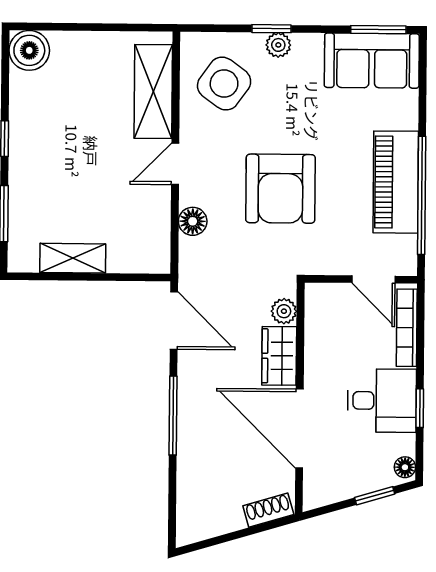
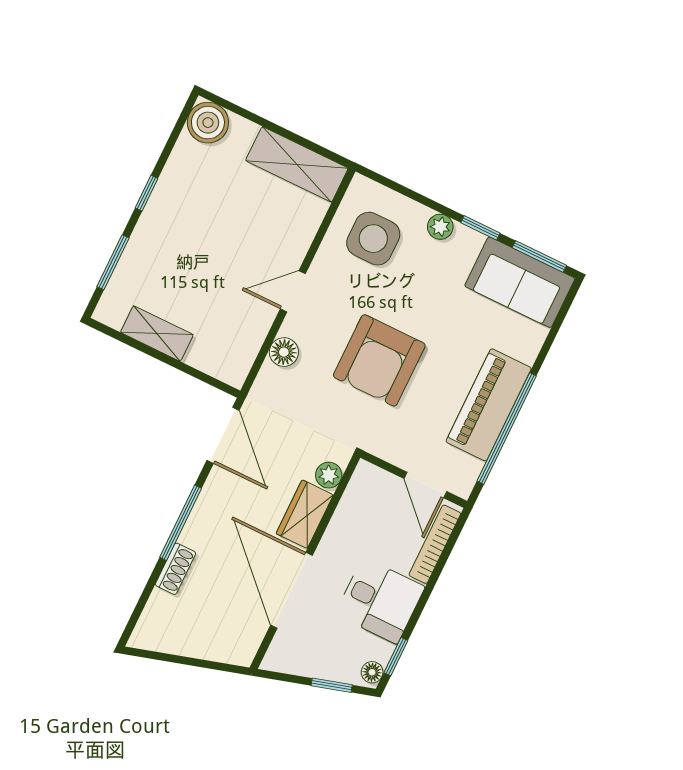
window: (272, 29) -> (480, 228), moved
side table: (224, 84) -> (373, 239), turned -36
shelving: (153, 91) -> (297, 164), moved, turned 90
window: (420, 408) -> (396, 657), moved
shoe rack: (268, 510) -> (175, 569), moved, turned 106

